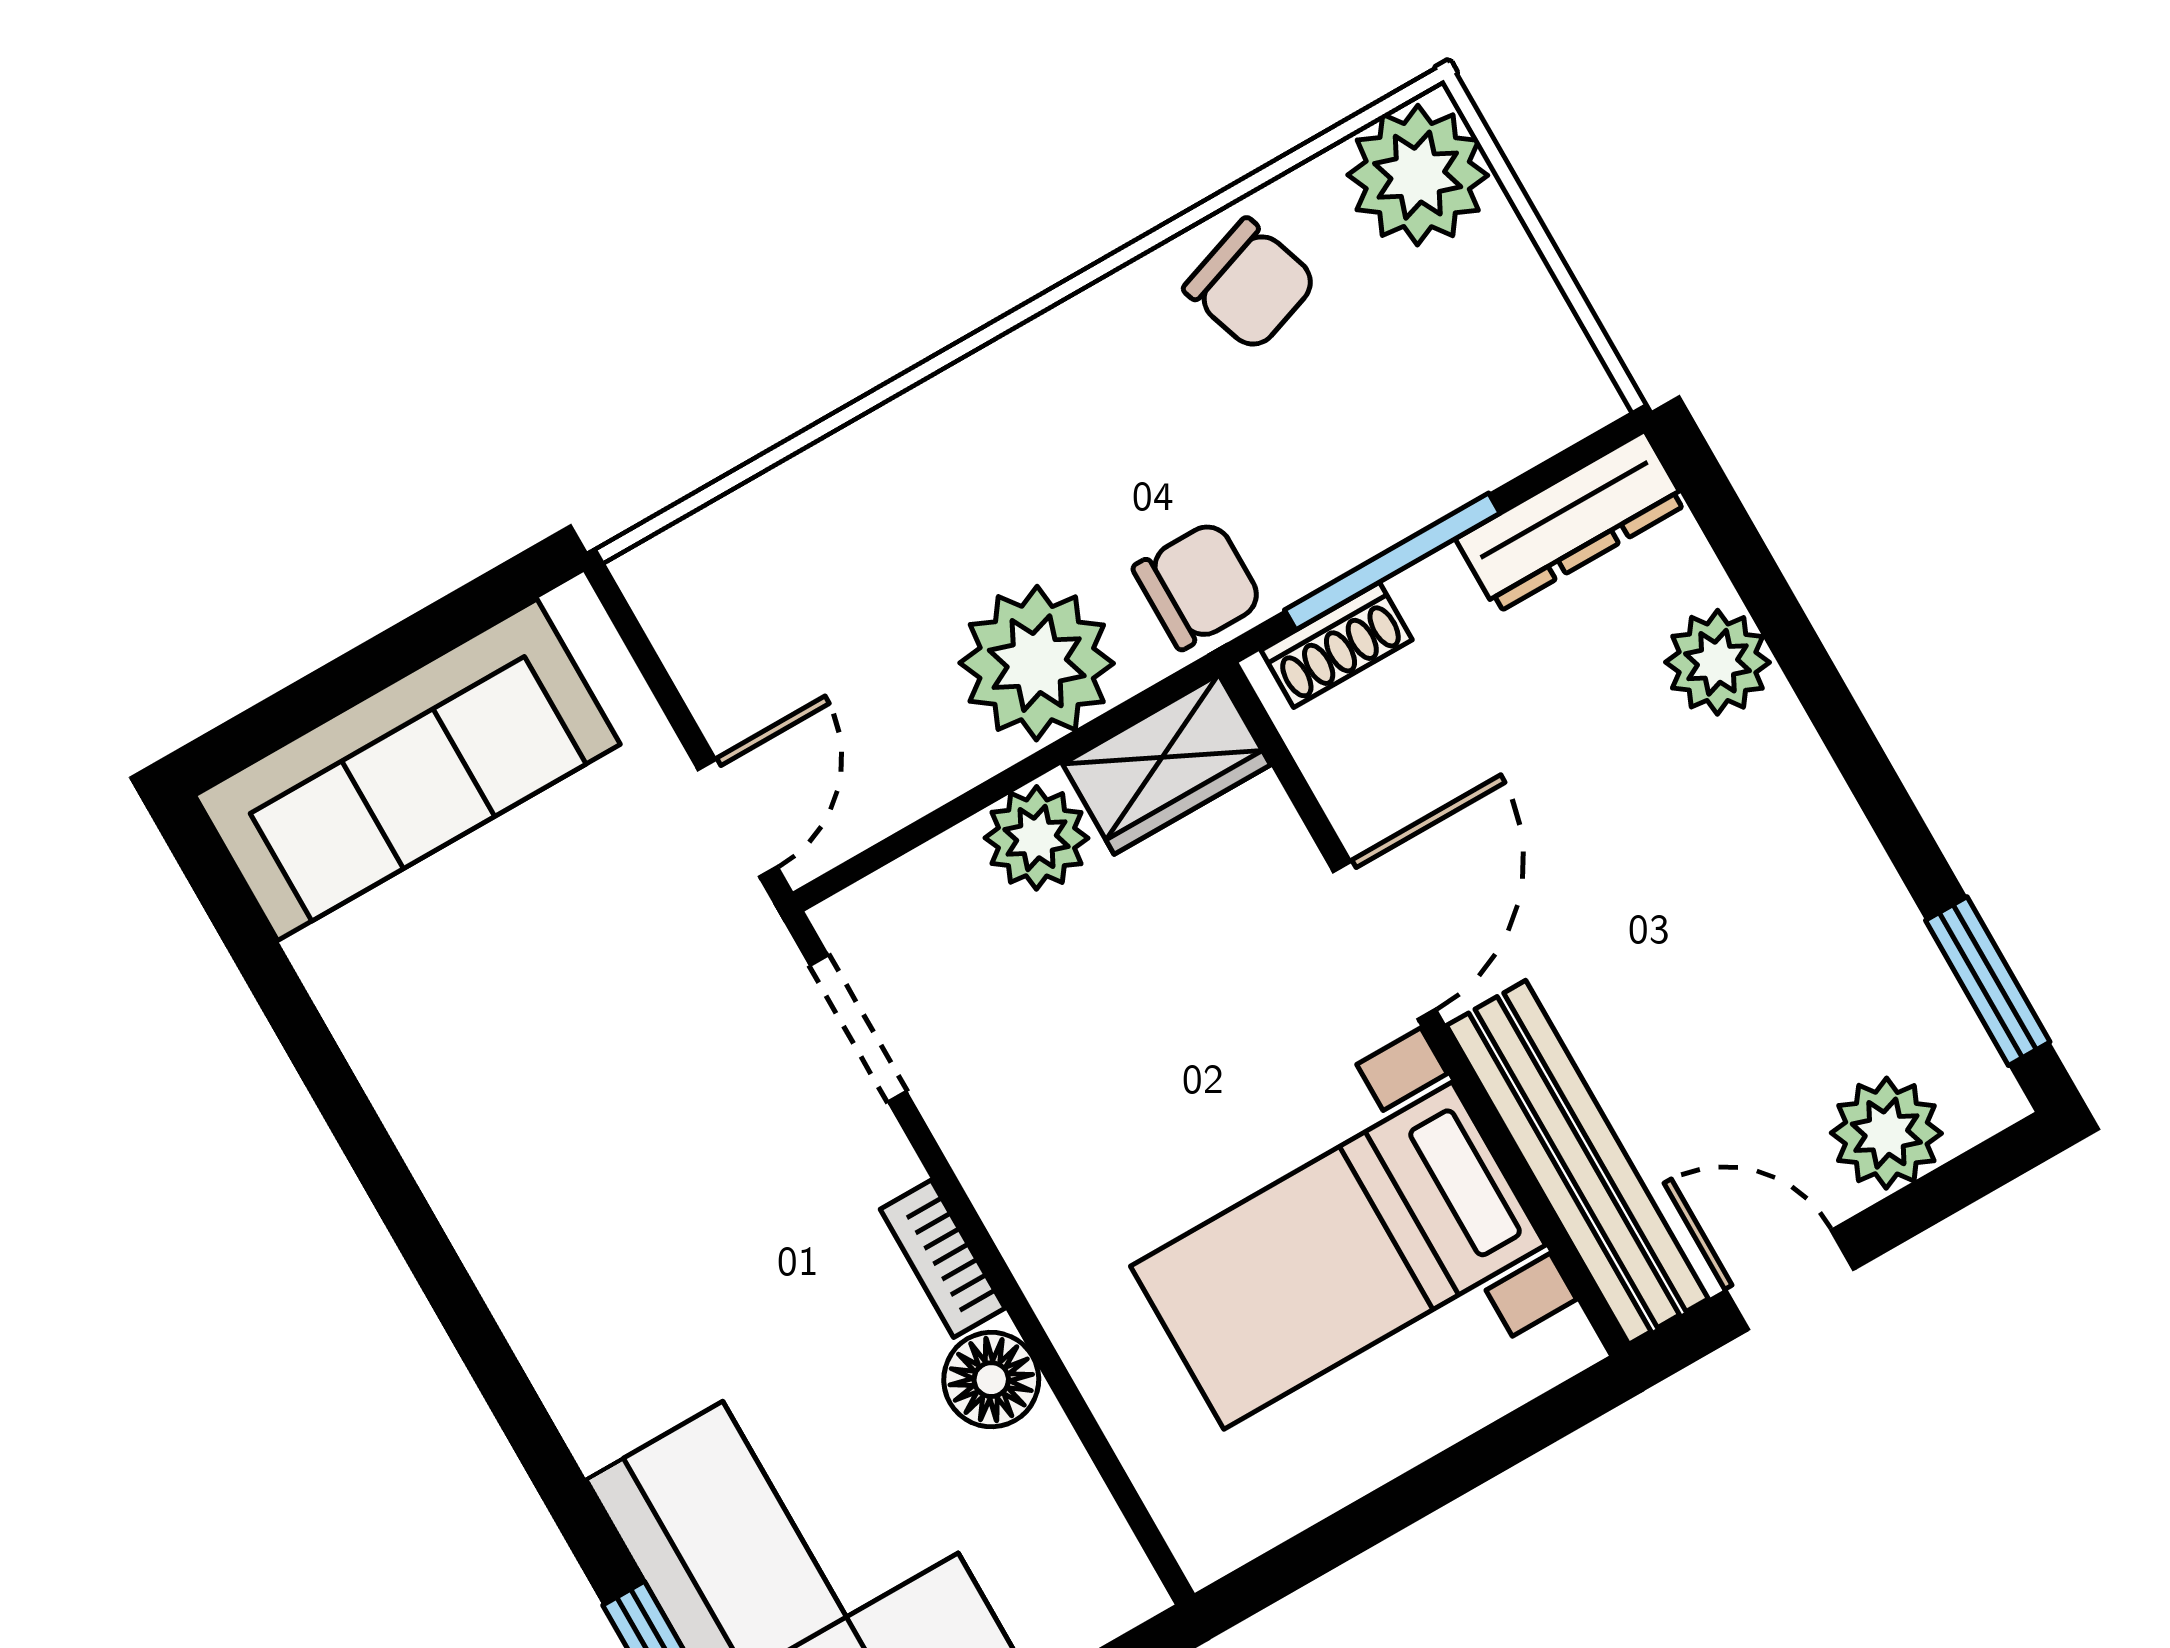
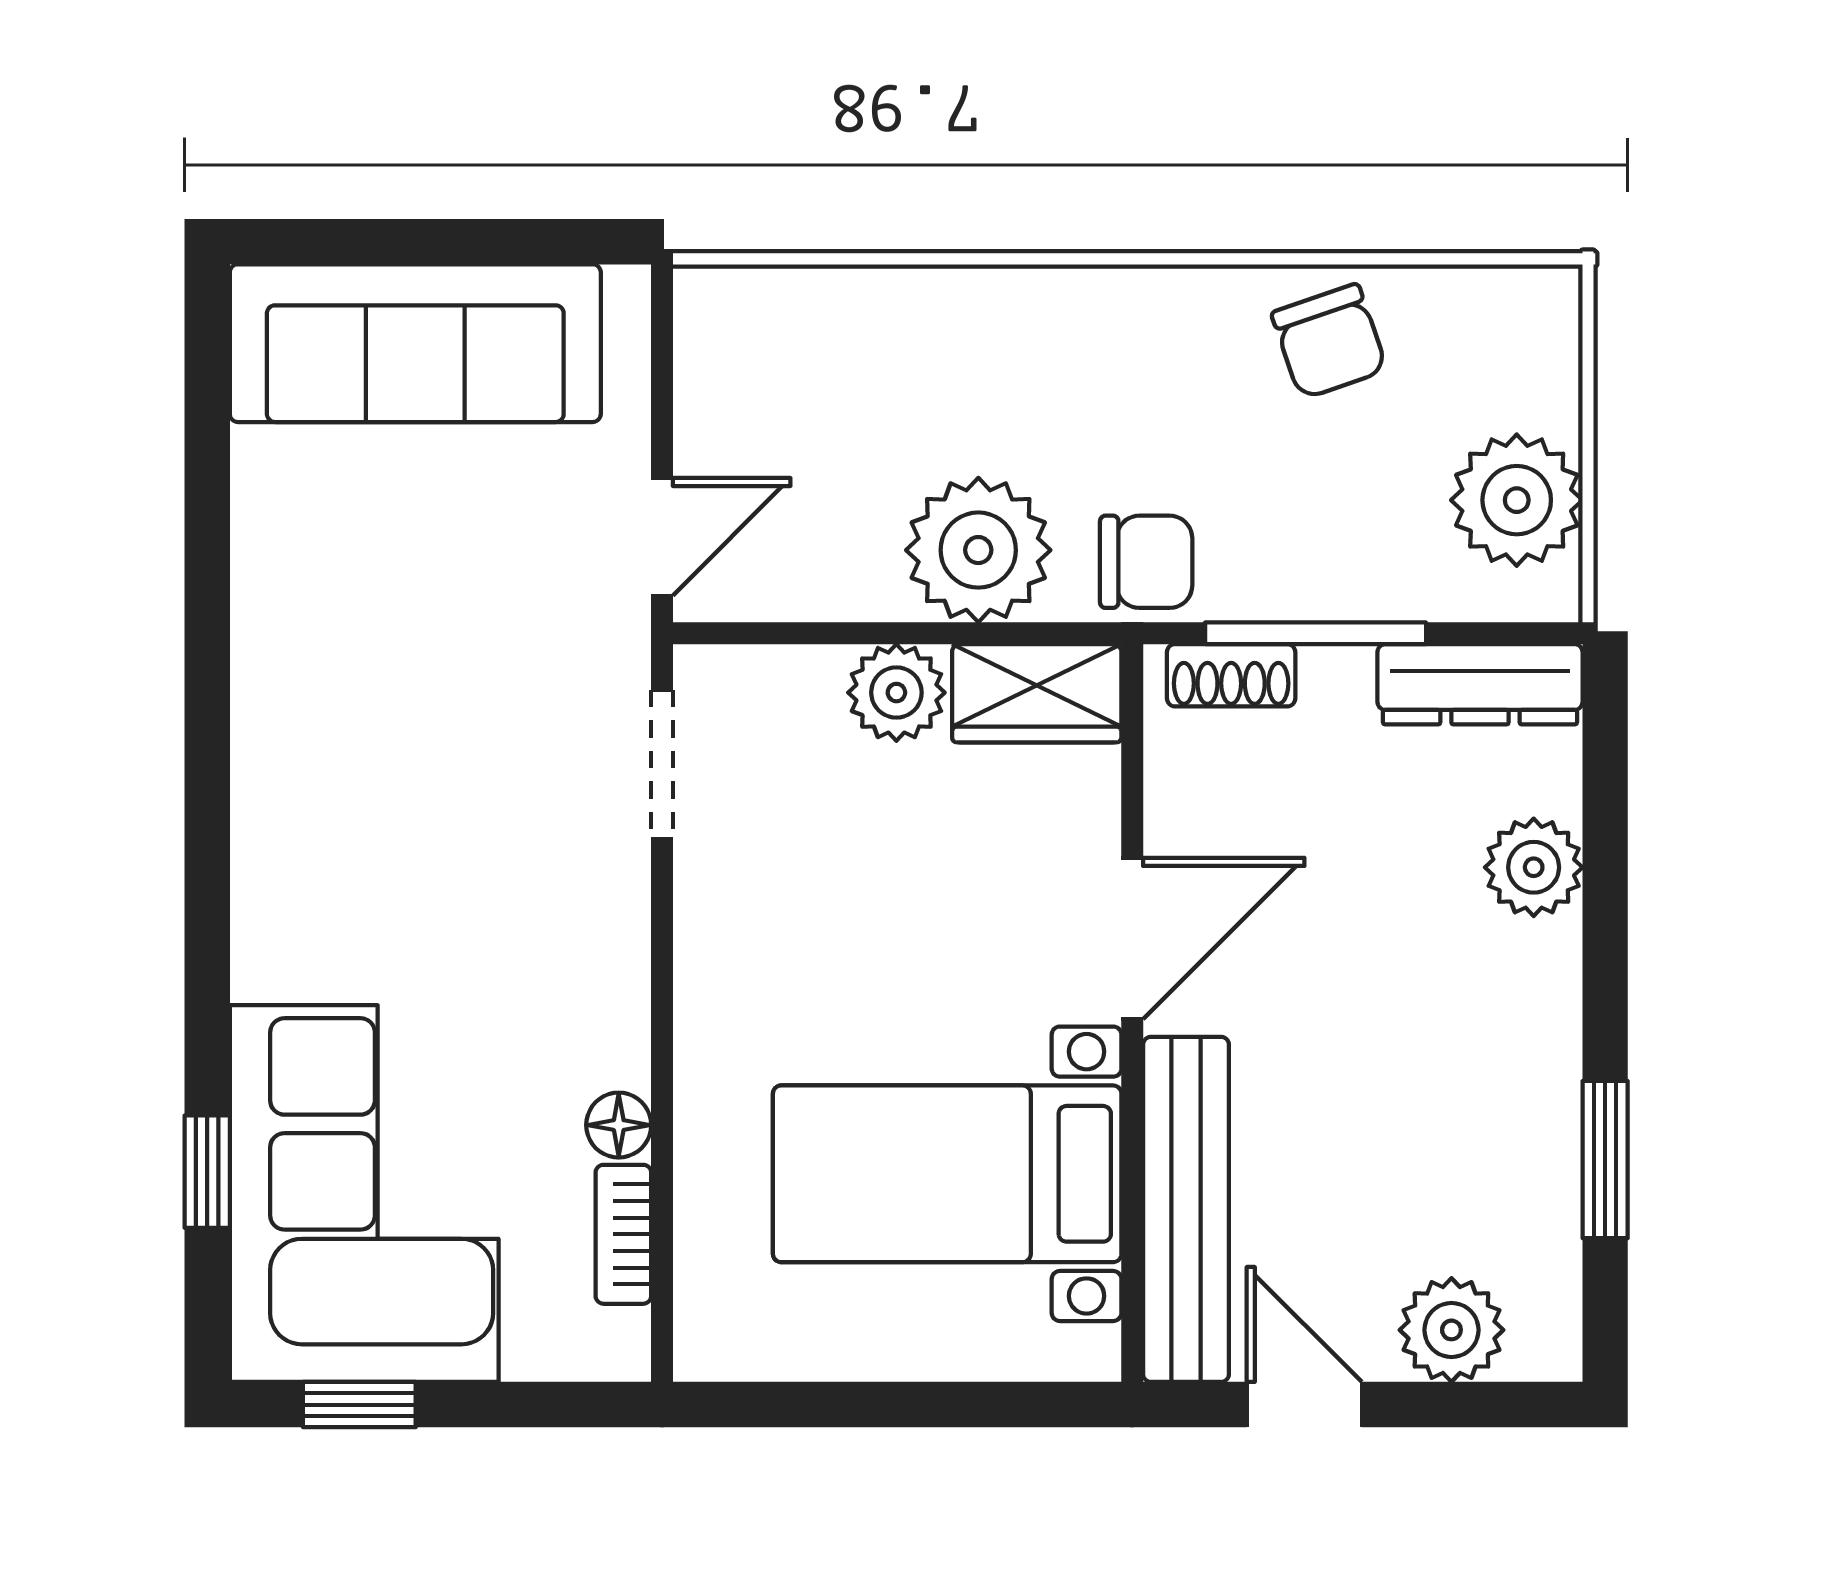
plant: (1418, 175) -> (1517, 500), moved
window: (1988, 981) -> (1605, 1160), moved
bookcase: (943, 1259) -> (623, 1234), moved
floor lamp: (991, 1380) -> (619, 1125), width x0.73, depth x0.73

